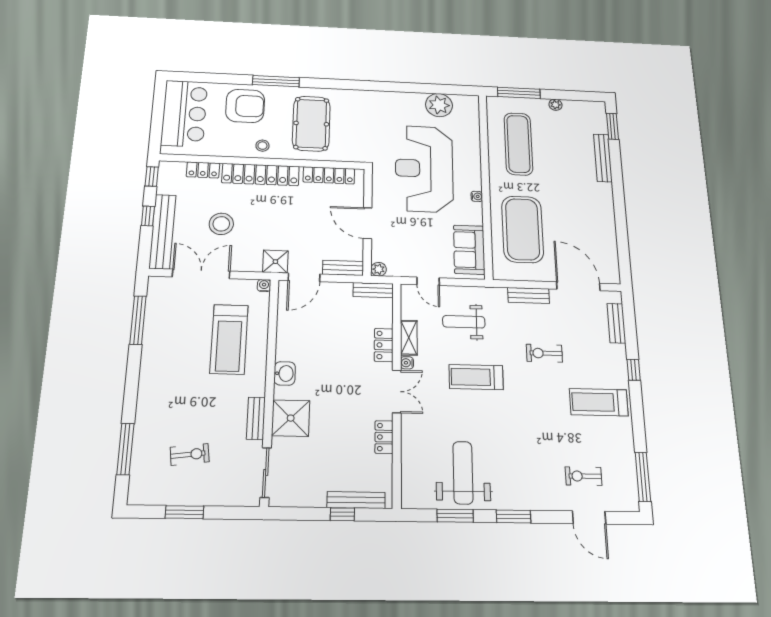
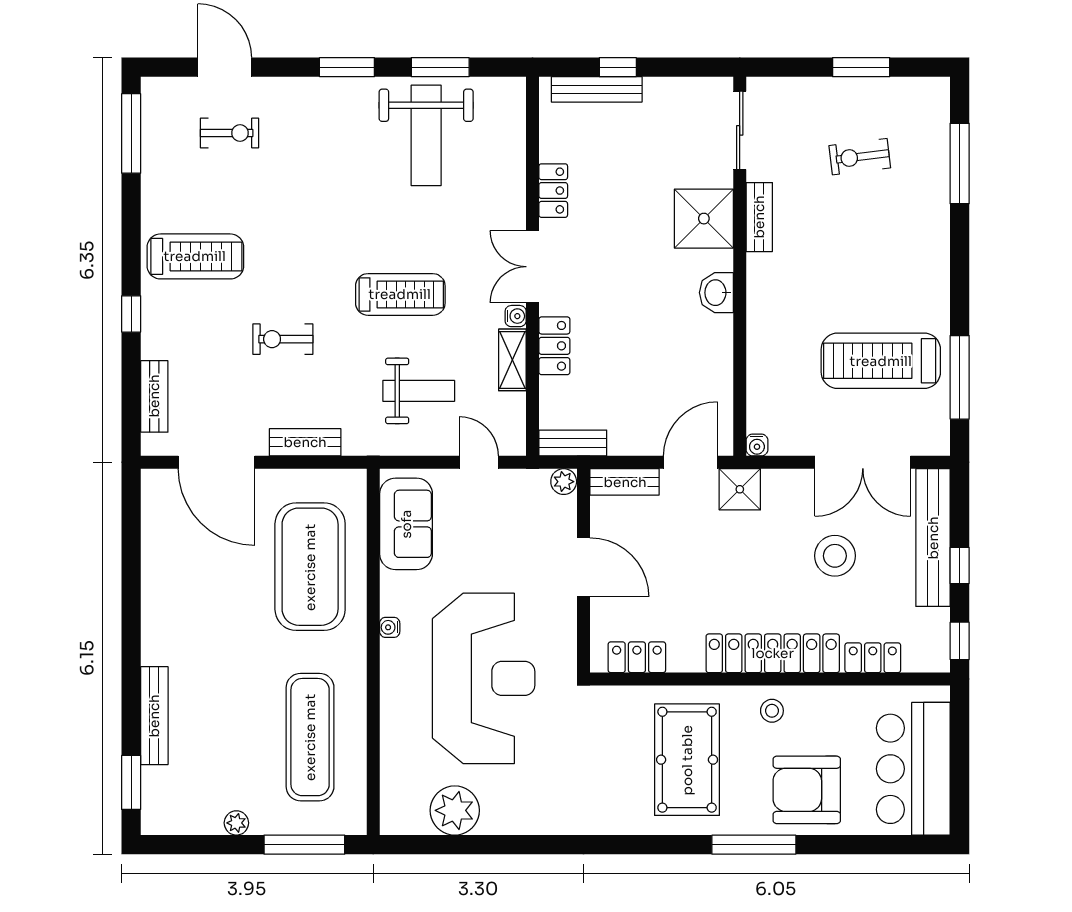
locker: (329, 175) -> (637, 657), width x0.66
treadmill: (229, 339) -> (881, 361), moved, turned -90
exercise bike: (544, 353) -> (283, 339), turned 180

